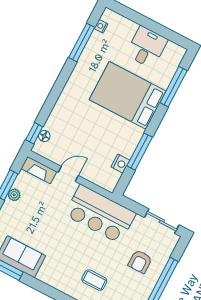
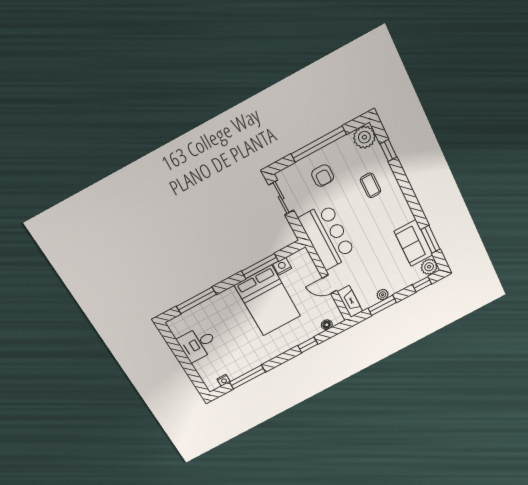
bed: (128, 95) -> (268, 301), moved
window: (34, 133) -> (308, 345), moved
armchair: (140, 262) -> (323, 176), turned 90

